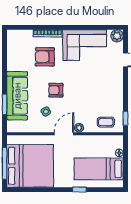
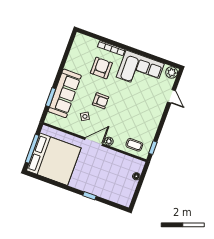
armchair: (45, 57) -> (101, 68), turned 90
armchair: (56, 90) -> (101, 101), turned 180
bed: (99, 169) -> (113, 184), removed

